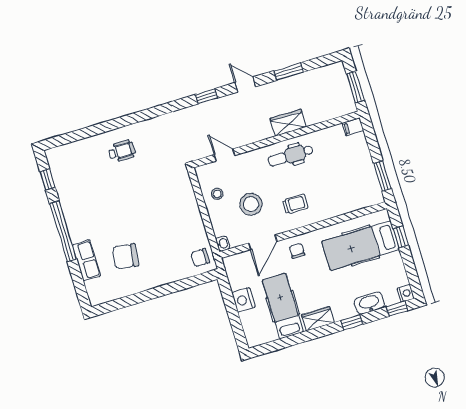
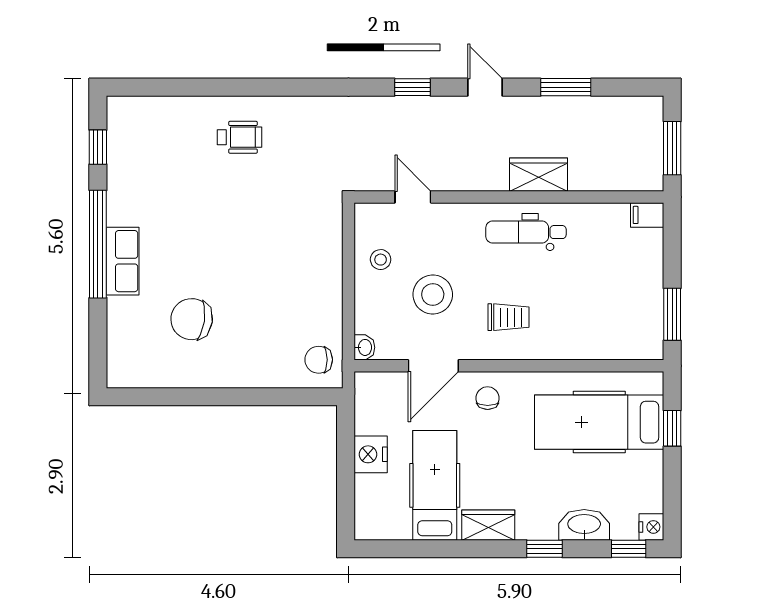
row of seats: (86, 260) -> (123, 261), moved

